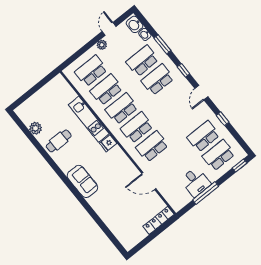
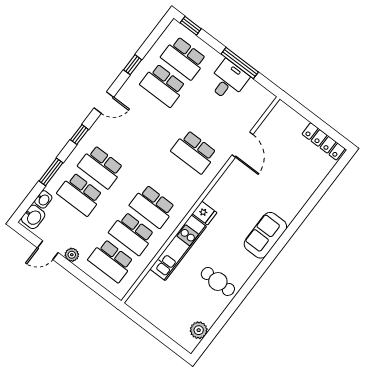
school desk: (137, 127) -> (173, 179), removed
plant: (35, 128) -> (199, 330), moved
locker: (159, 220) -> (324, 141), moved

